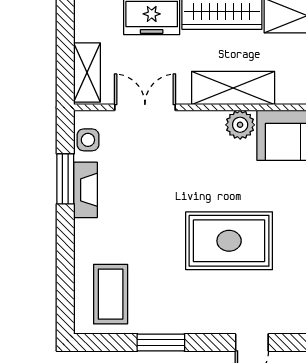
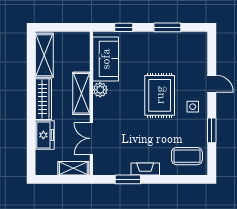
side table: (88, 140) -> (193, 107), moved
fireplace: (85, 190) -> (145, 169), moved

